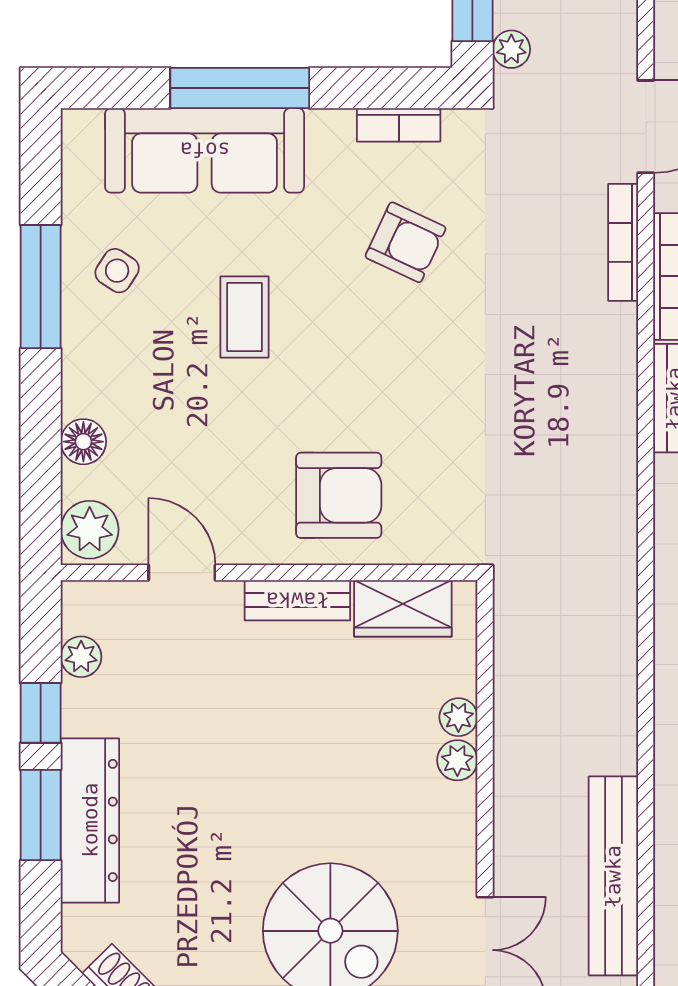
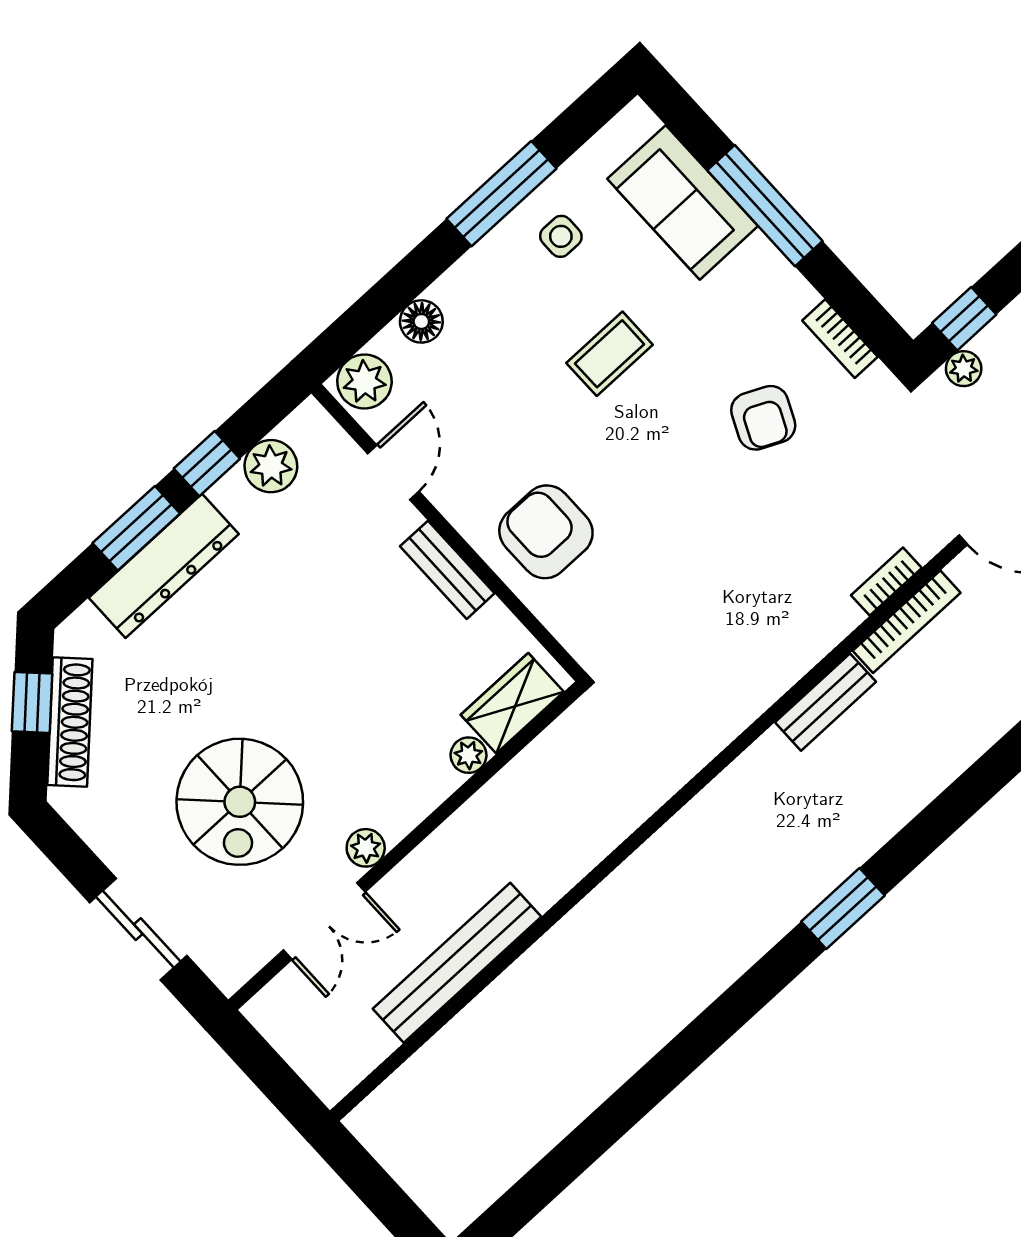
sofa: (205, 150) -> (683, 202), width x0.73
bookcase: (623, 242) -> (886, 582), width x0.64
side table: (117, 271) -> (561, 236), turned -33
armchair: (339, 495) -> (546, 532), turned 180
wardrobe: (403, 608) -> (512, 703), moved, turned 90
plant: (81, 657) -> (271, 466), width x1.38, depth x1.38
plant: (457, 760) -> (366, 848), moved

